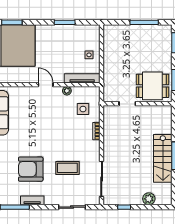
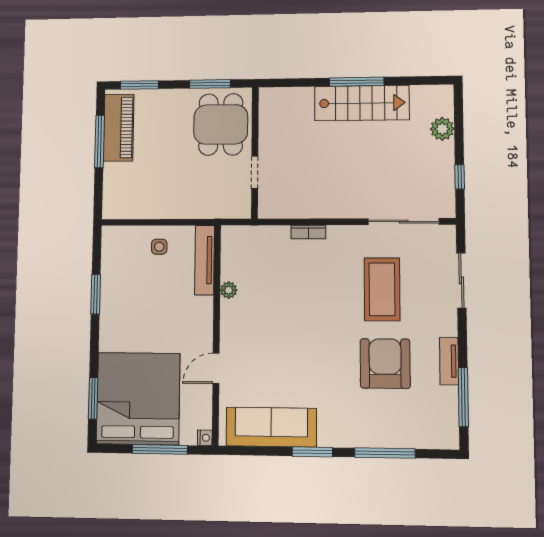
piano: (151, 32) -> (119, 128), added
door: (46, 85) -> (216, 368), moved
side table: (83, 109) -> (265, 258), removed
coffee table: (67, 168) -> (382, 289), width x1.36, depth x1.32
armchair: (31, 169) -> (385, 363), turned 180

